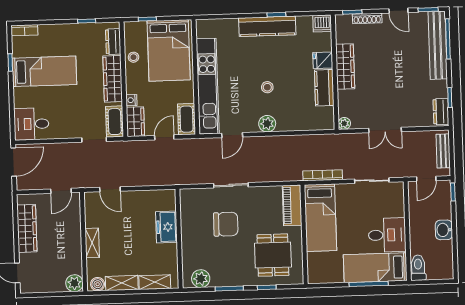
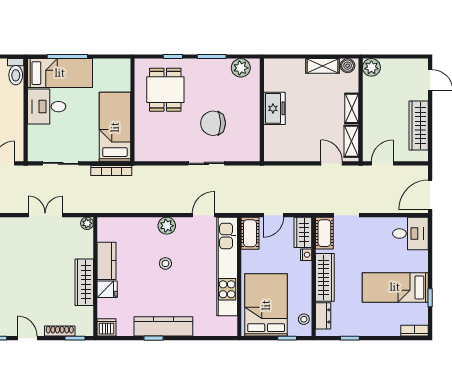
stool: (133, 57) -> (304, 319), moved
piano: (292, 205) -> (144, 140), removed
freezer: (166, 227) -> (274, 108), moved
shelving: (155, 282) -> (351, 141), moved, turned 90

